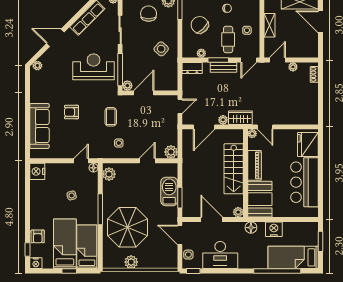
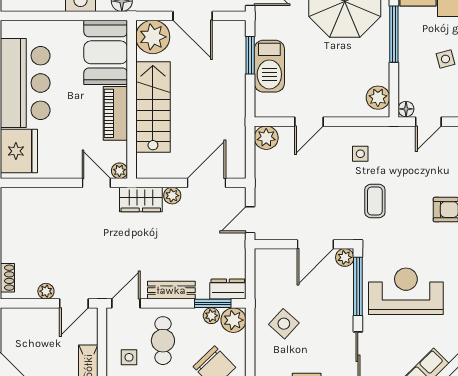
plant: (189, 51) -> (233, 320), added
window: (218, 60) -> (213, 303), moved
reception desk: (94, 67) -> (406, 291), turned 180
plant: (238, 212) -> (153, 37), width x1.88, depth x1.88

